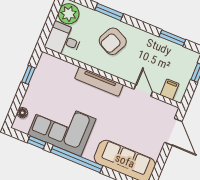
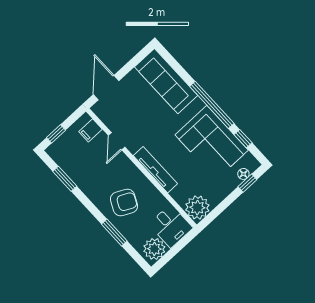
plant: (48, 66) -> (197, 208), added
window: (28, 75) -> (247, 183), moved

